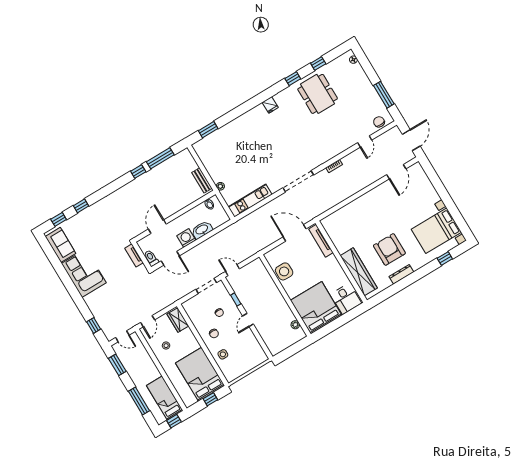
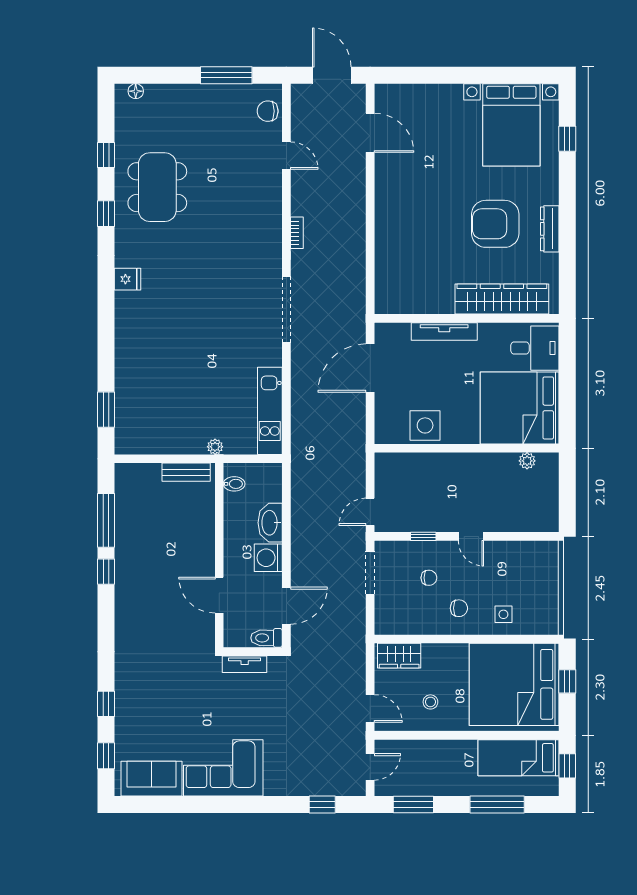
dining table: (318, 94) -> (157, 187), turned 90
tv unit: (321, 241) -> (444, 331), moved
bed: (200, 374) -> (514, 684), width x1.36

